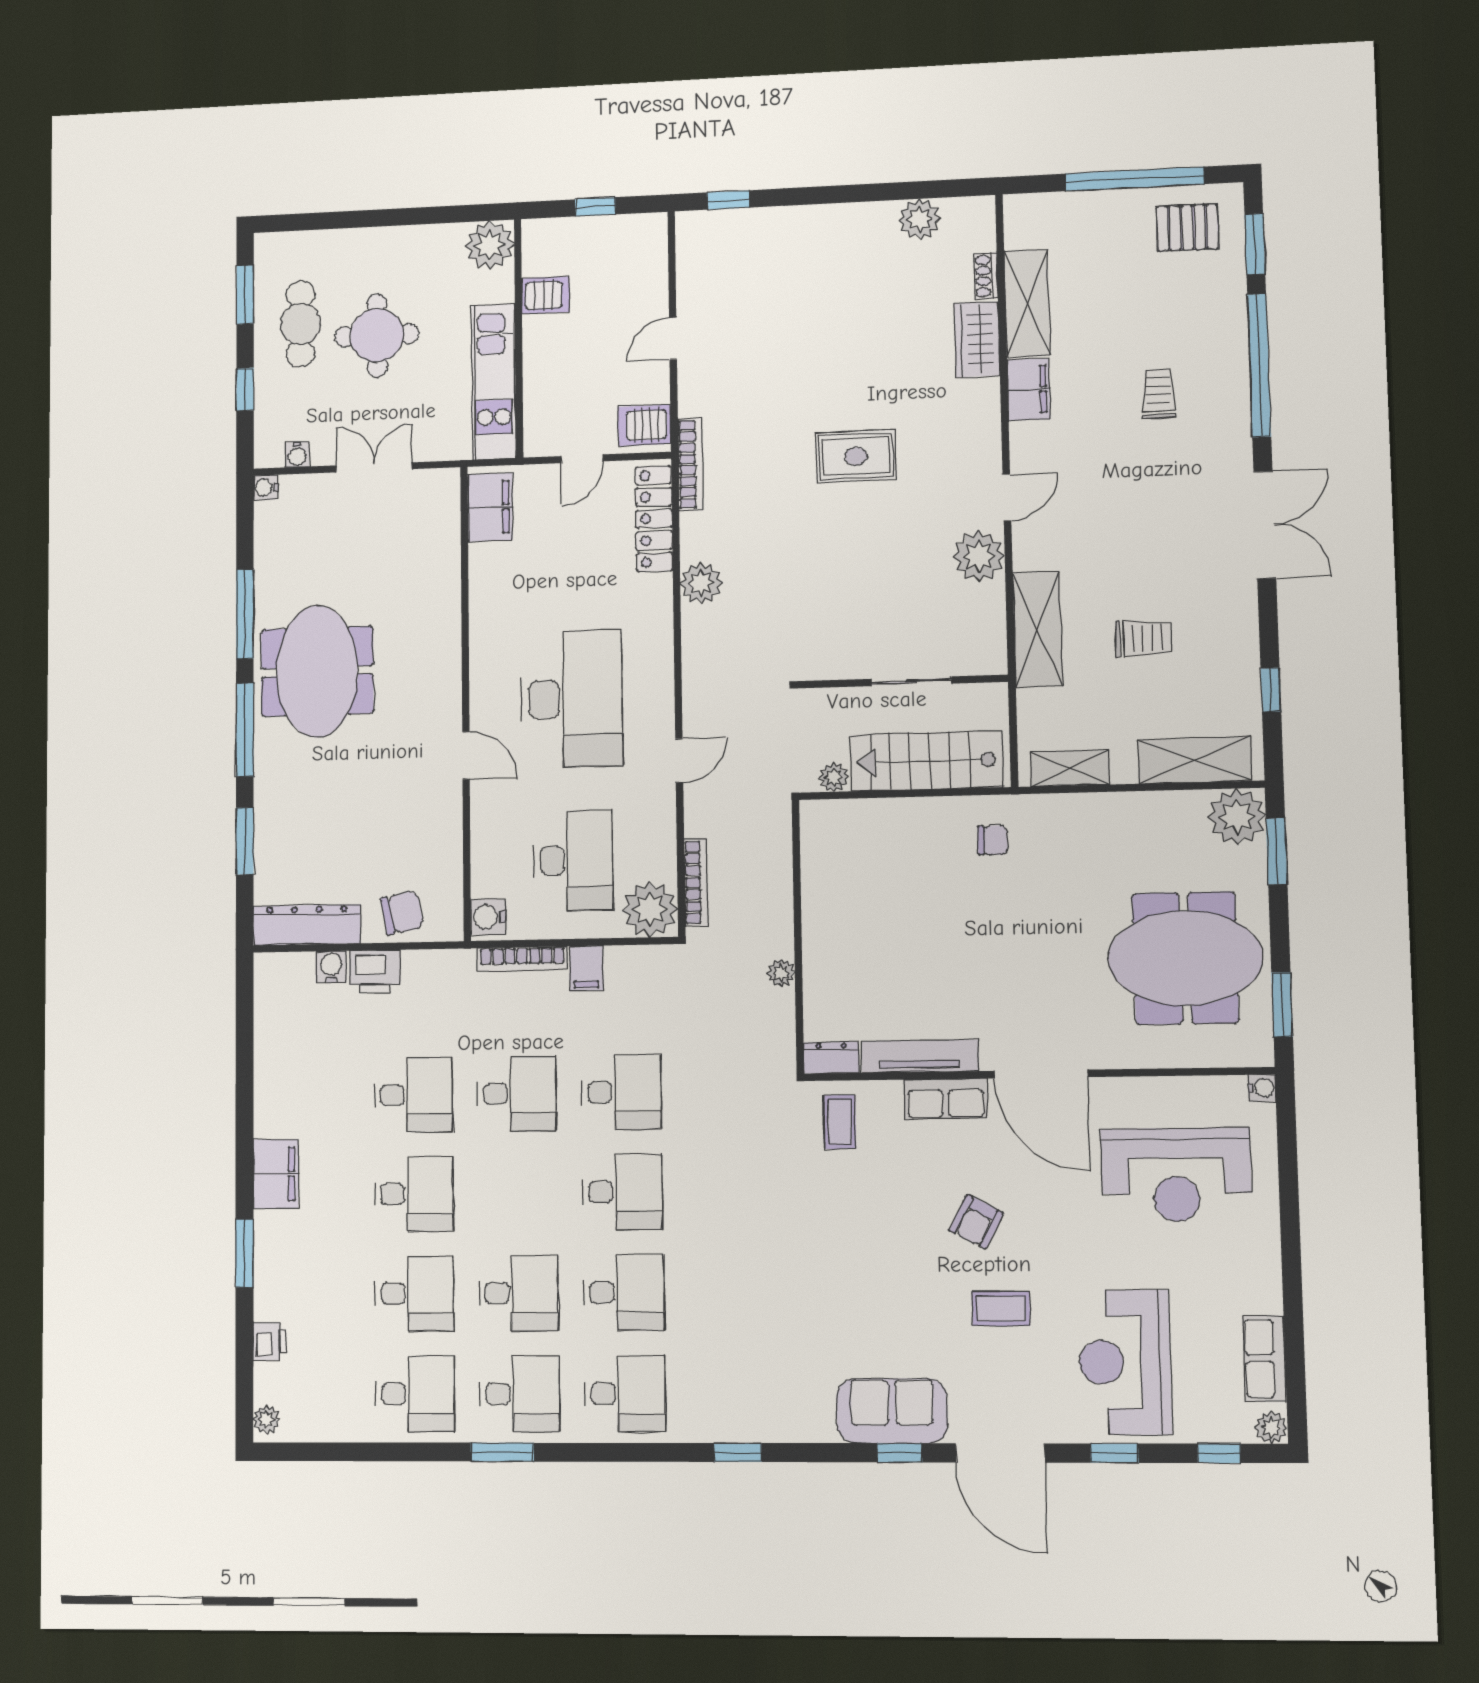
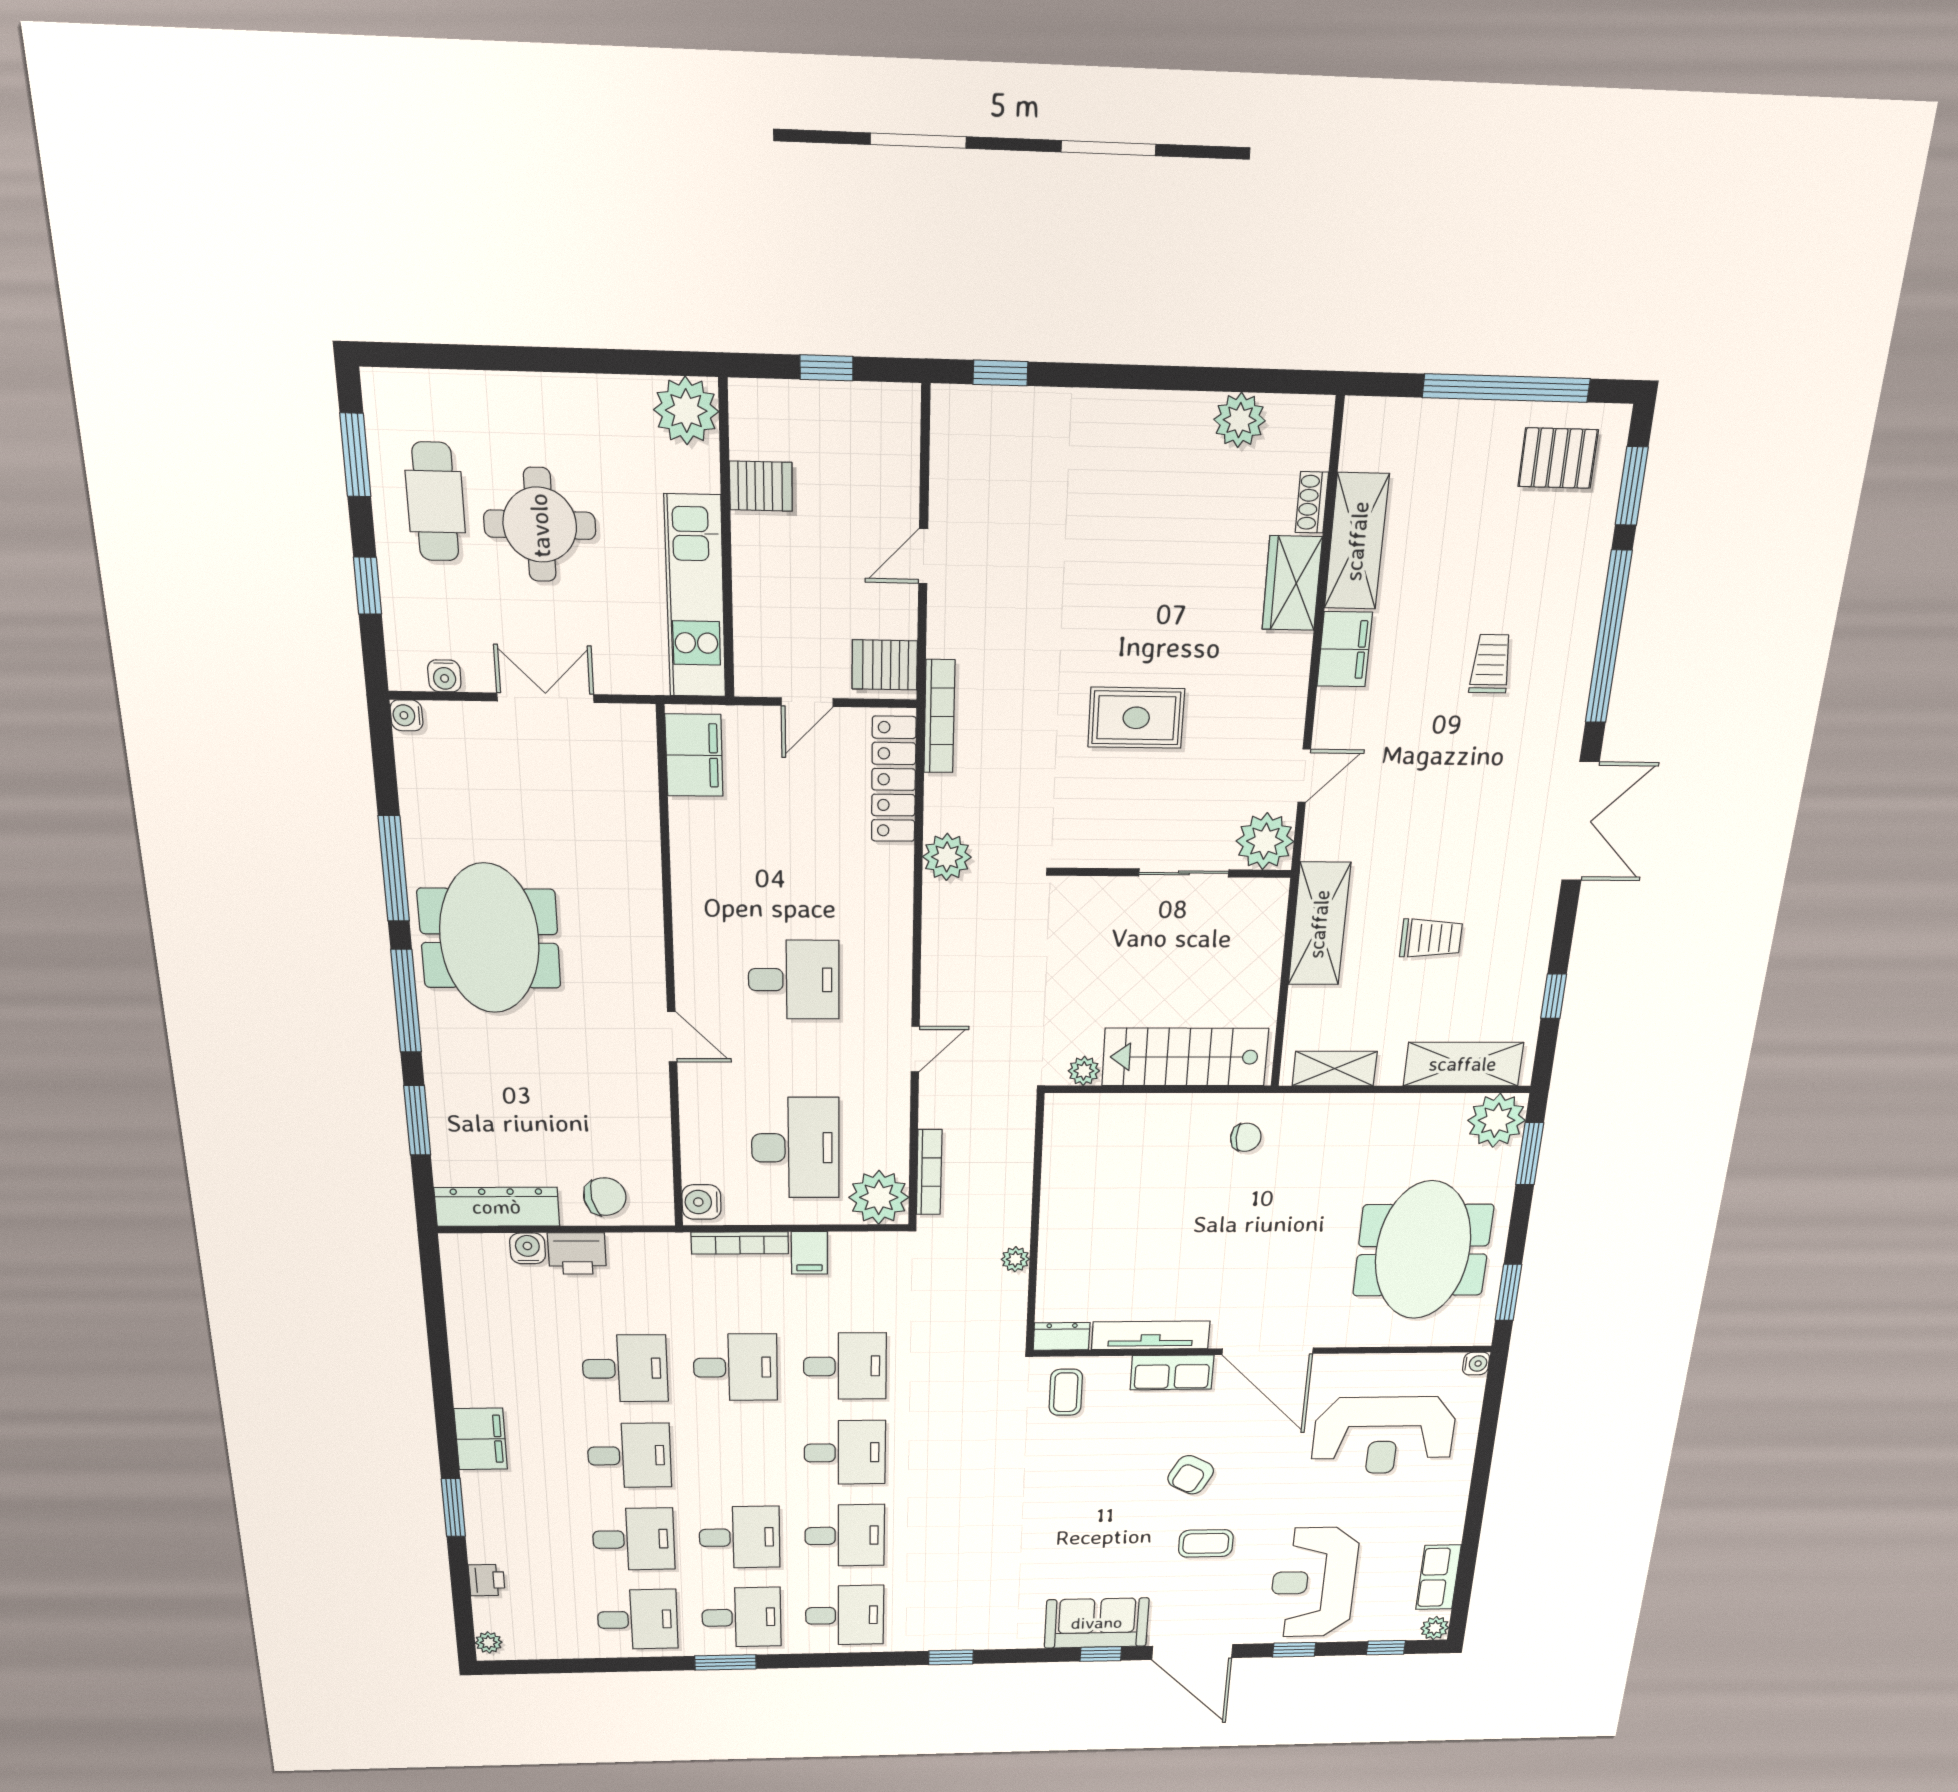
sliding door: (911, 681) -> (1184, 873), moved
wall: (902, 682) -> (1173, 873), moved
desk: (571, 699) -> (794, 980), width x0.53, depth x0.77
meeting table: (1185, 958) -> (1423, 1250), turned 90

